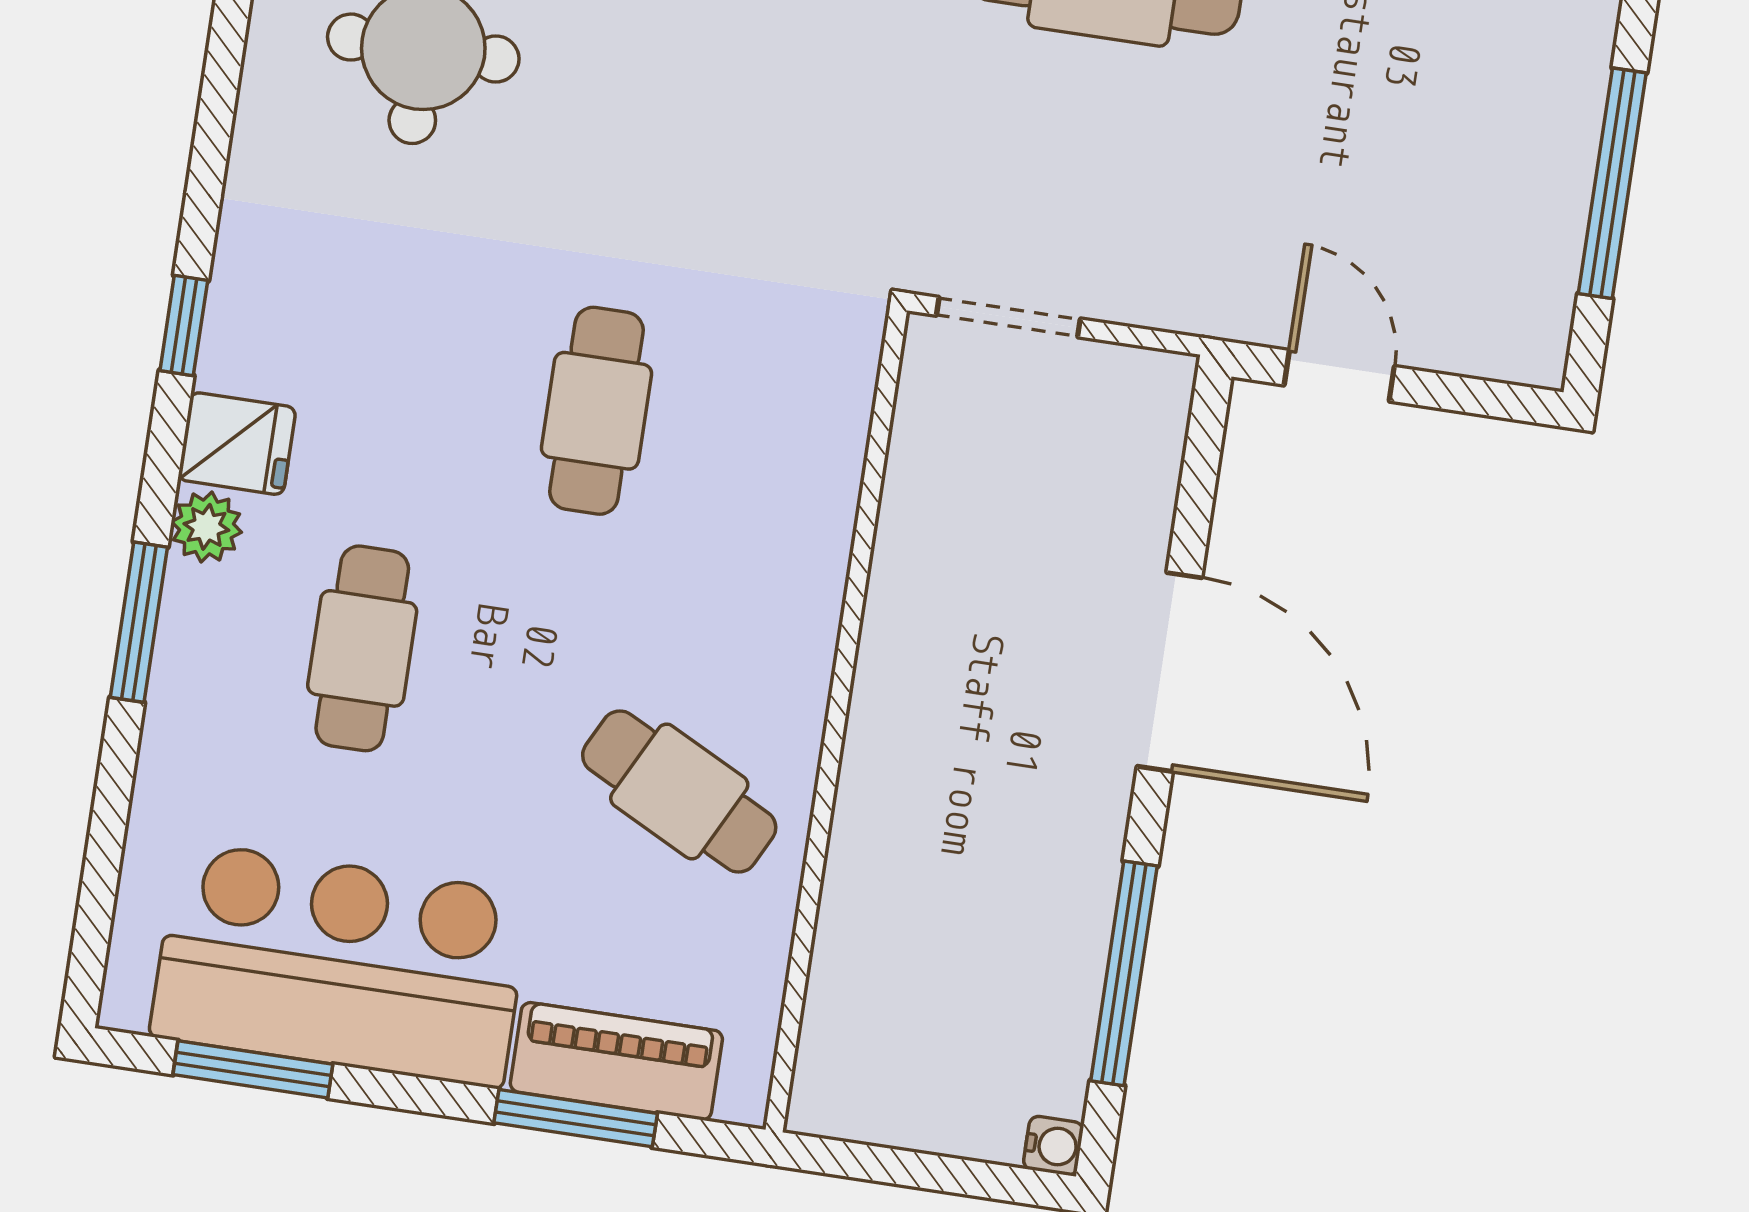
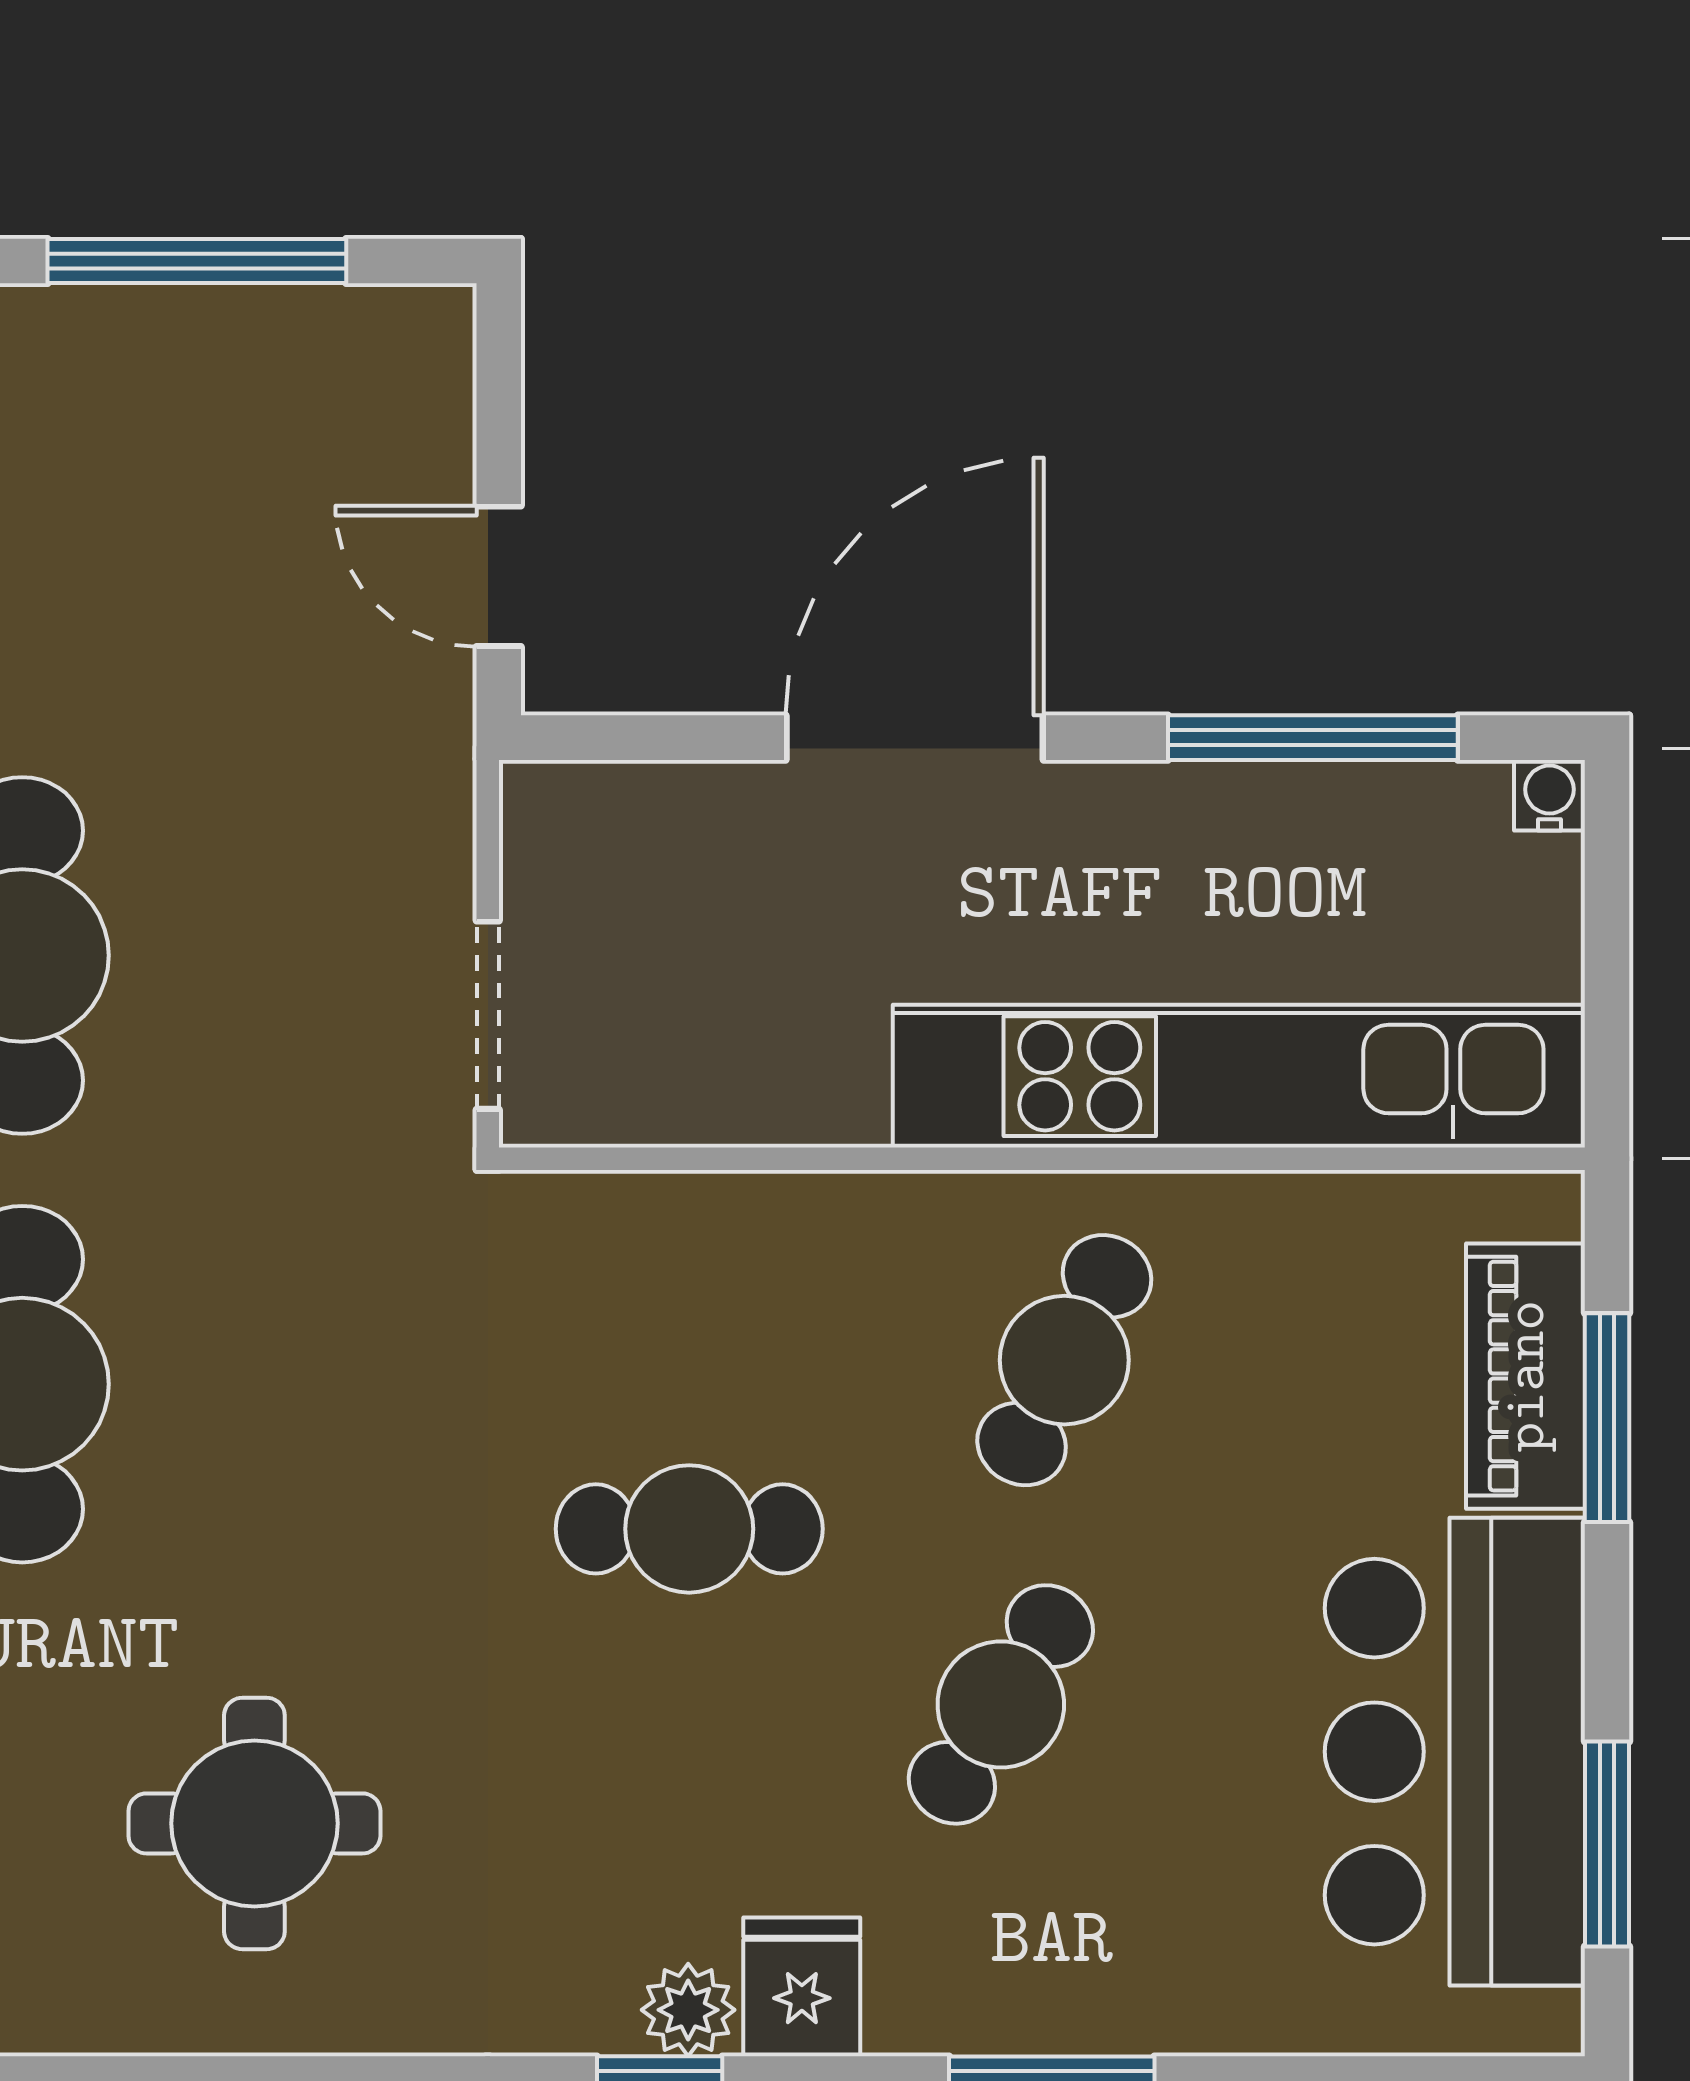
door: (1339, 376) -> (499, 576), hinge flipped
plant: (206, 527) -> (688, 2010), moved
cafe table: (362, 648) -> (1001, 1704), moved, turned -58
cafe table: (679, 791) -> (1064, 1360), moved
kitchen unit: (876, 879) -> (1239, 1076), added

